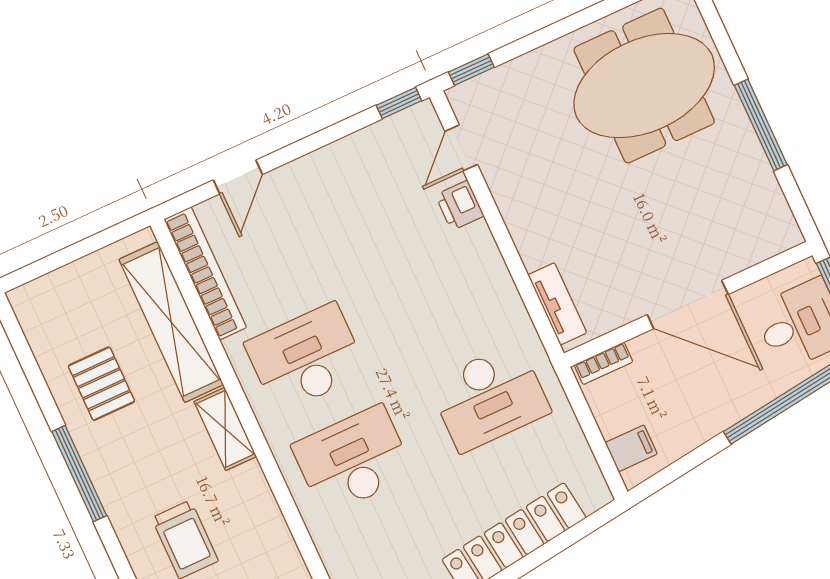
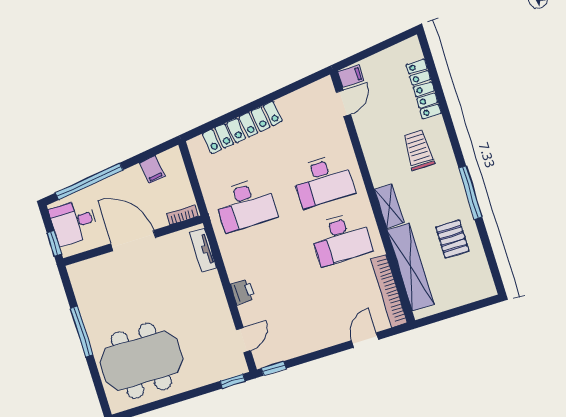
printer: (460, 205) -> (243, 292), moved
desk: (489, 397) -> (246, 205), turned 180
filing cabinet: (631, 448) -> (152, 169), moved, turned -98

